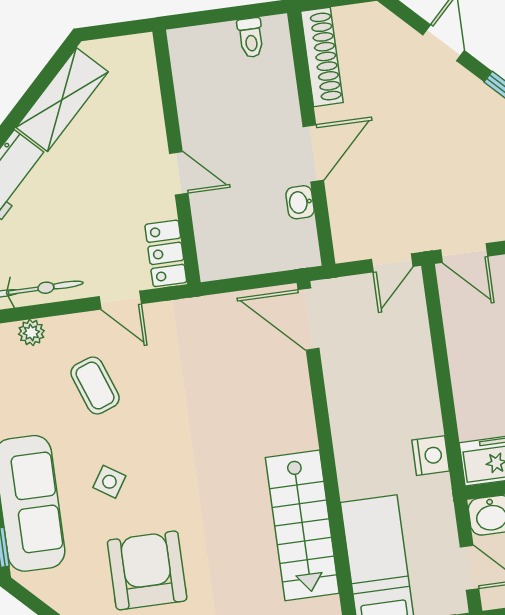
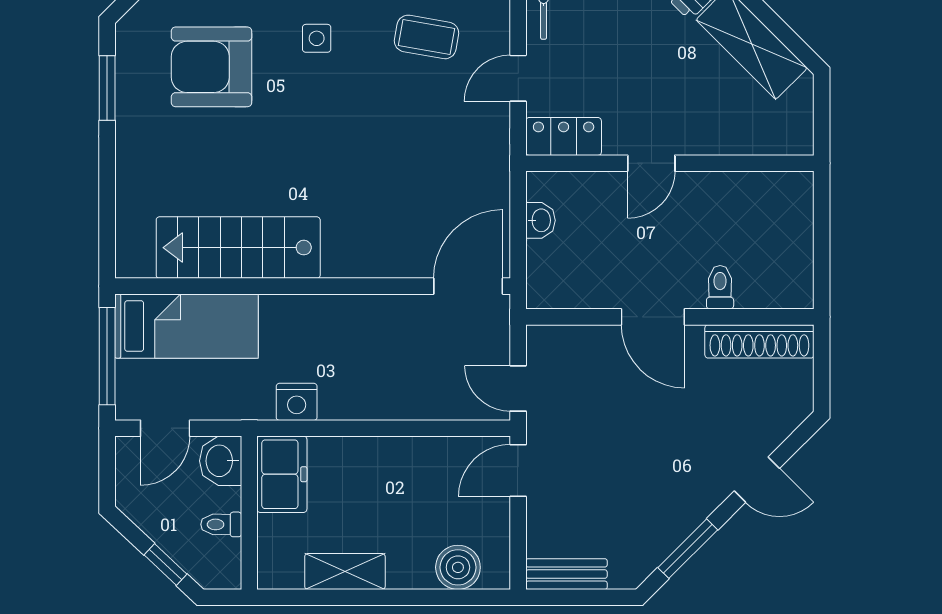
toilet: (251, 38) -> (720, 287), moved, turned 90
washbasin: (300, 202) -> (540, 220), moved, turned 90
coffee table: (95, 385) -> (427, 37), turned 30
side table: (109, 482) -> (317, 38), turned -33
armchair: (147, 570) -> (212, 67), turned 180

